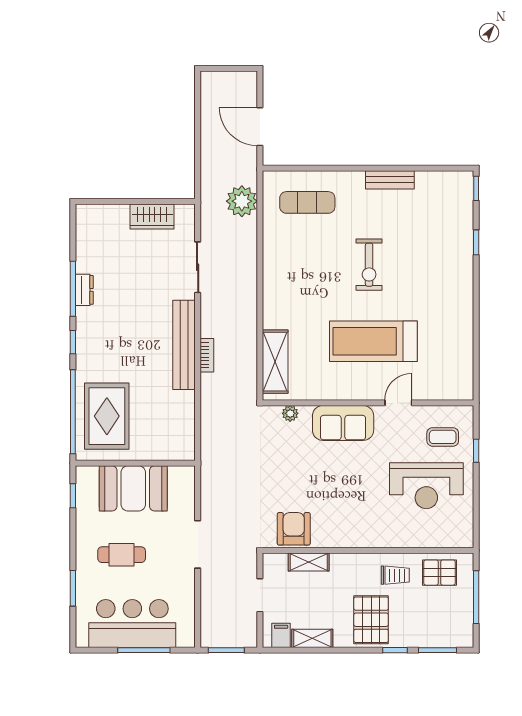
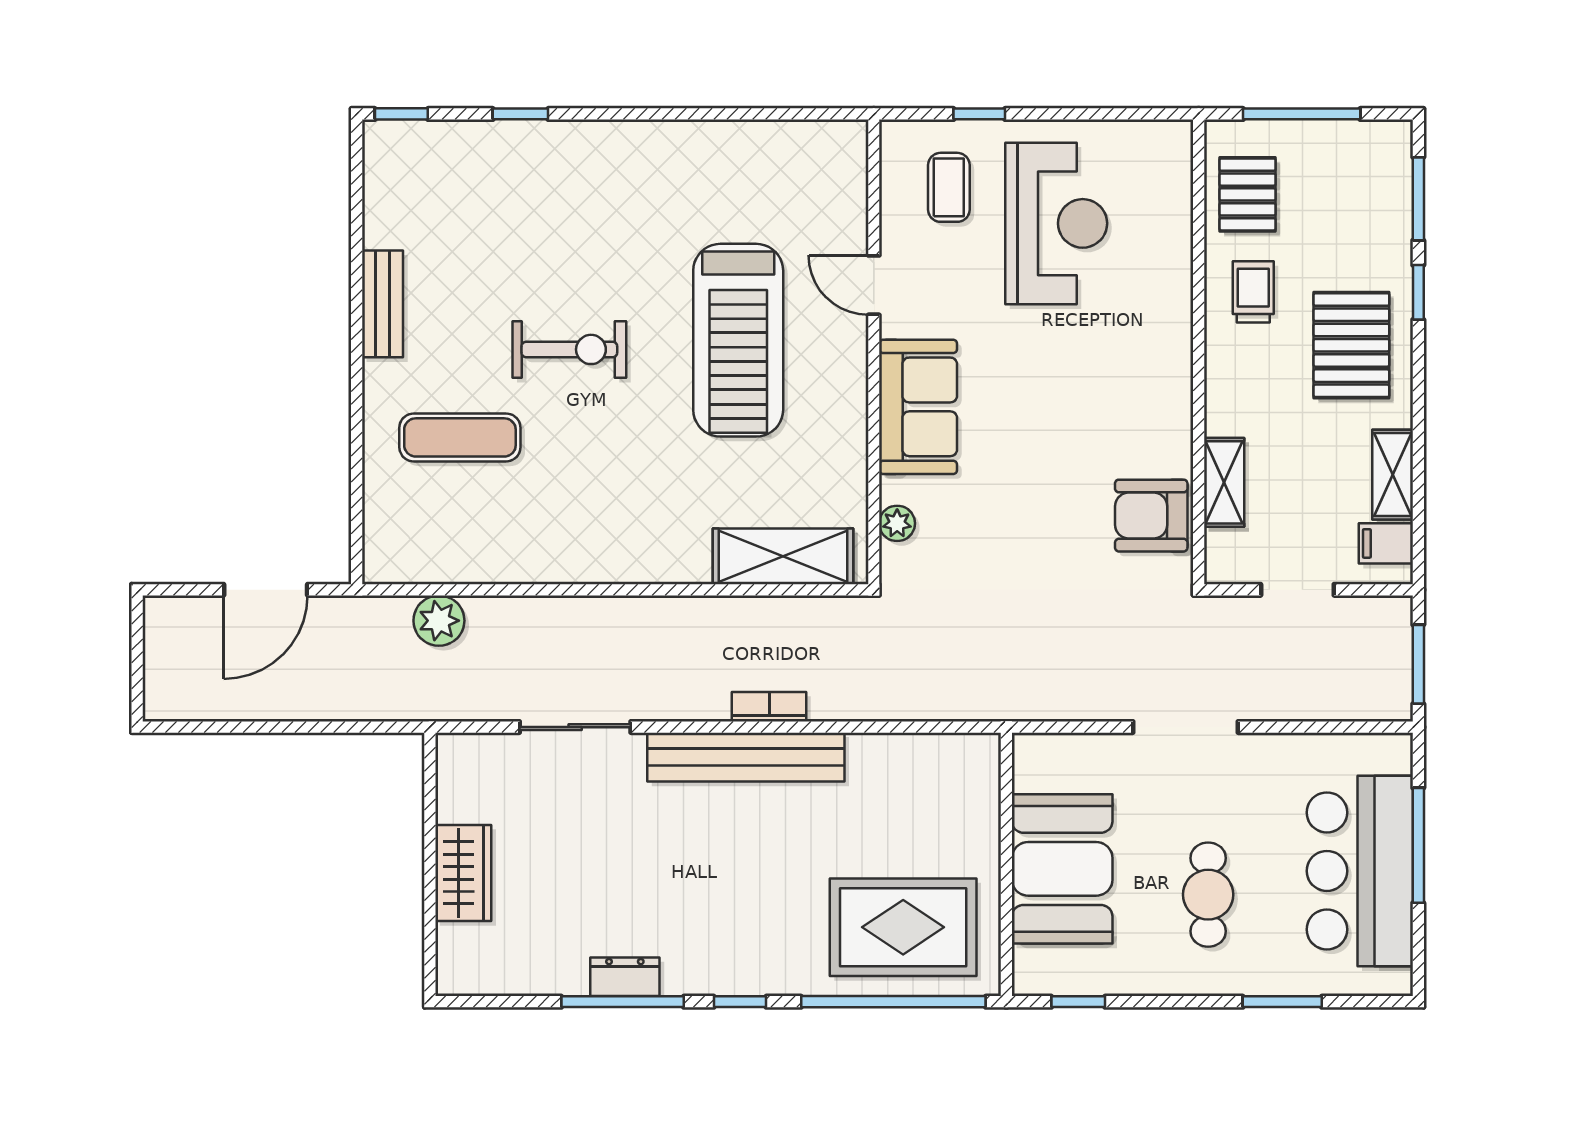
plant: (242, 201) -> (439, 621), width x0.73, depth x0.73
exercise mat: (307, 202) -> (460, 437), moved, turned 90
wardrobe: (152, 216) -> (463, 873), moved
pallet: (371, 620) -> (1351, 345), turned 90

